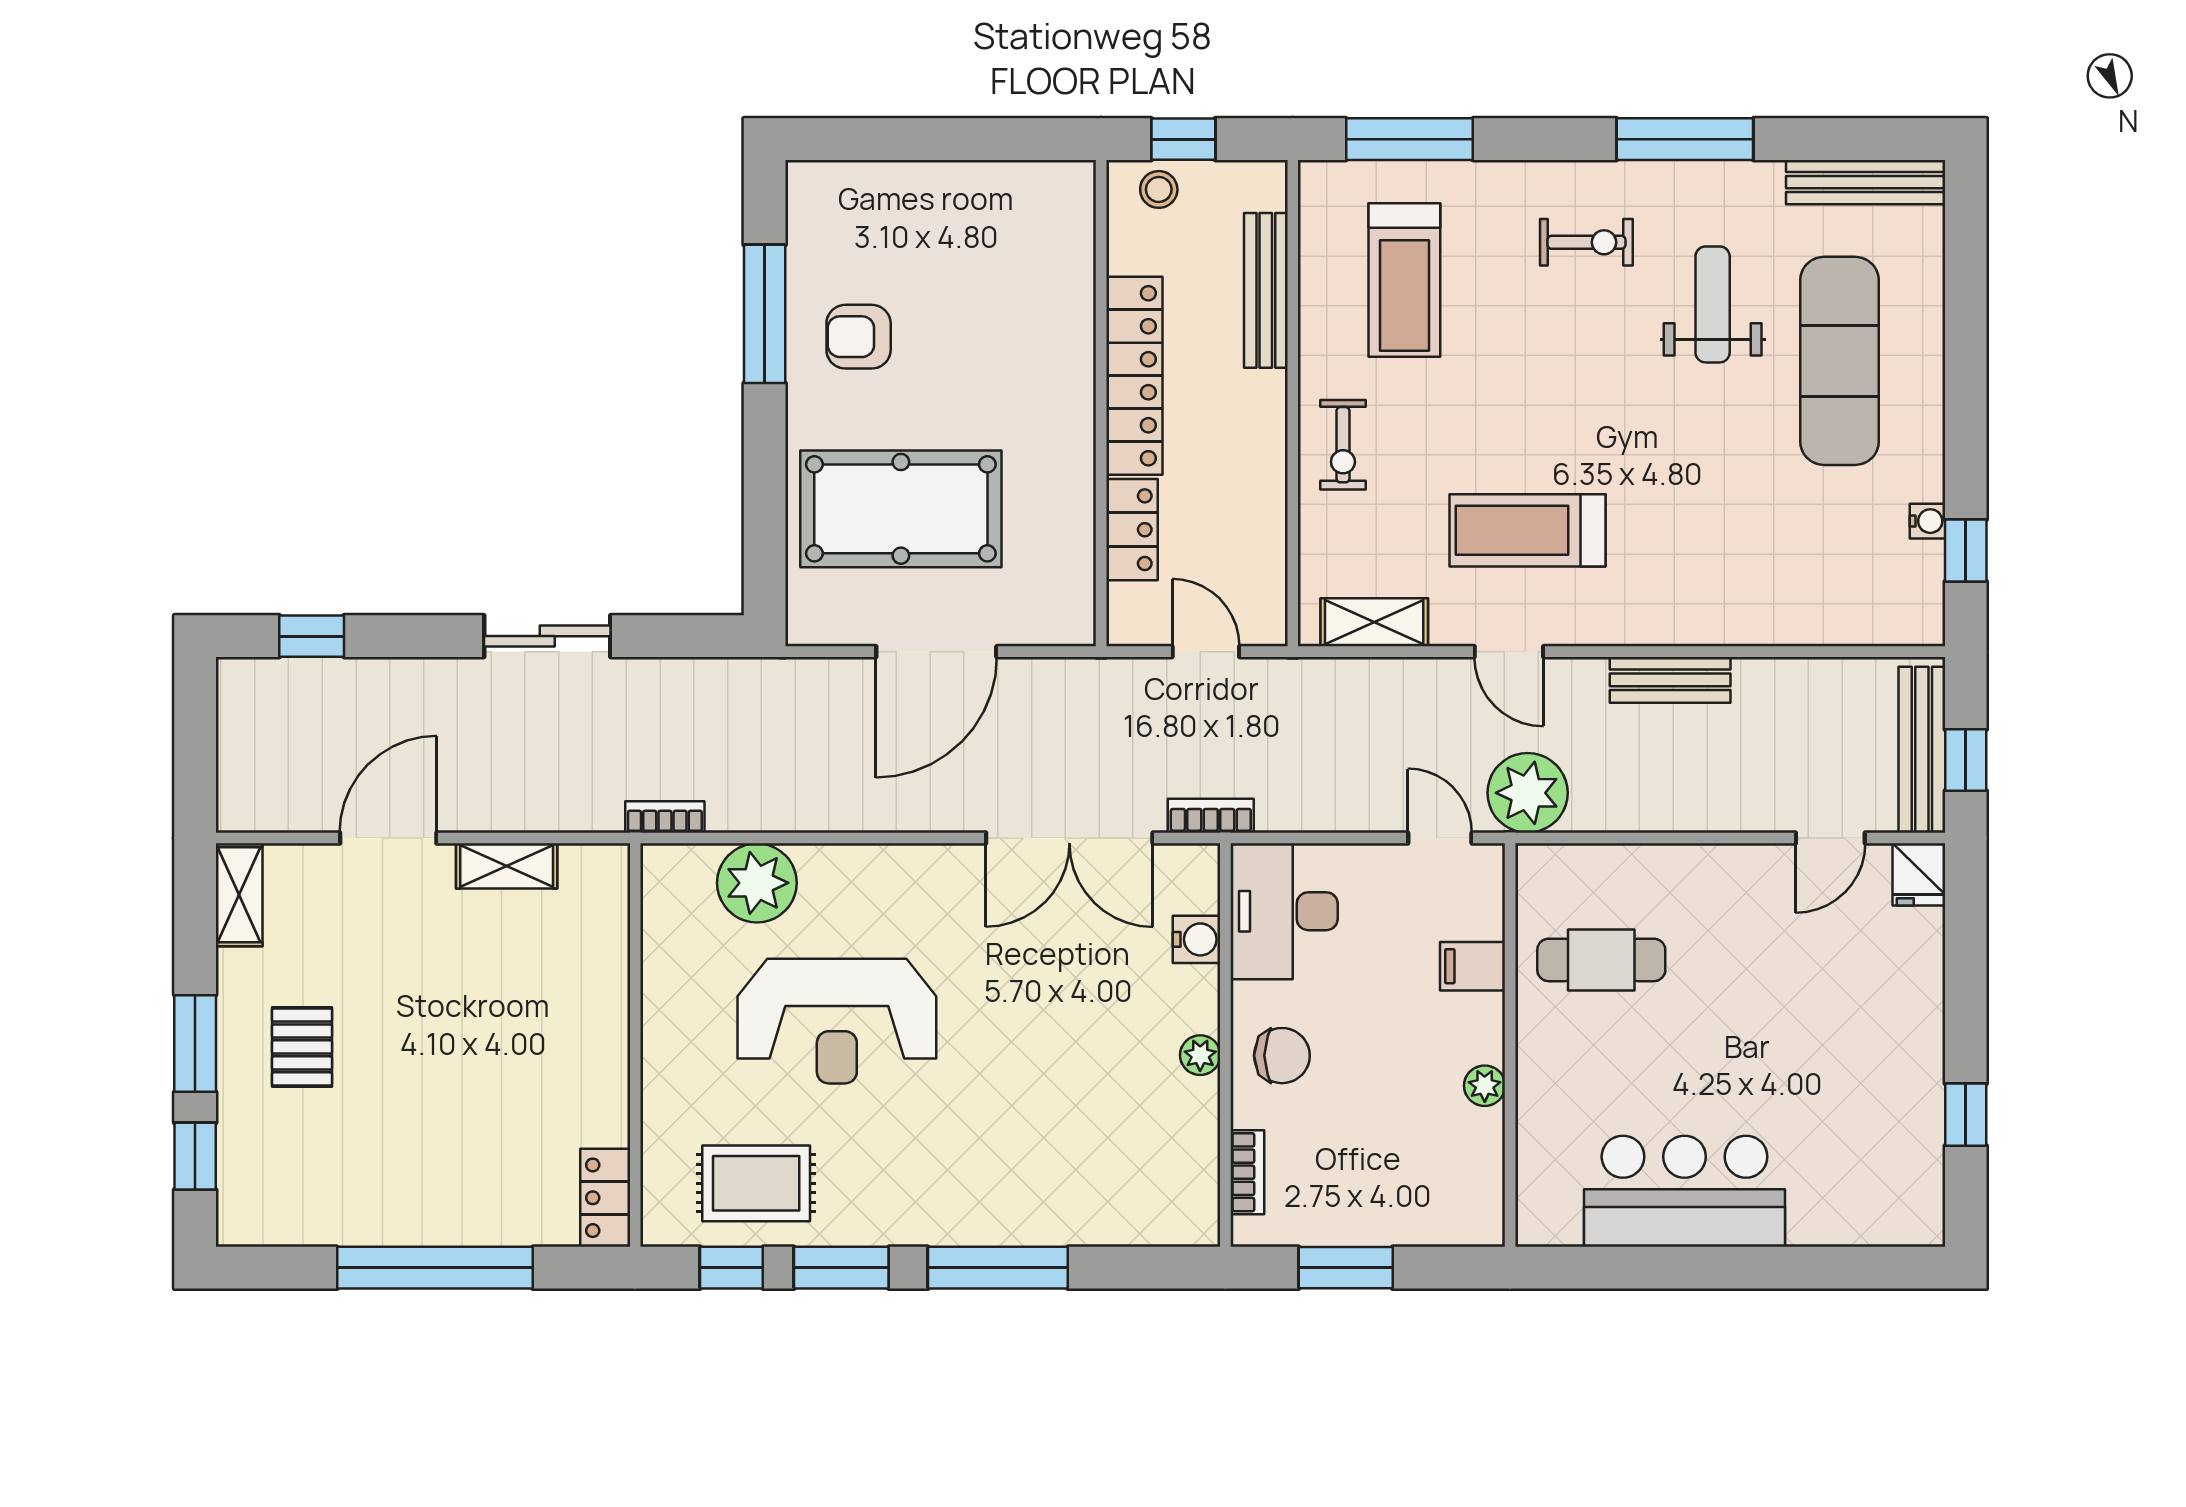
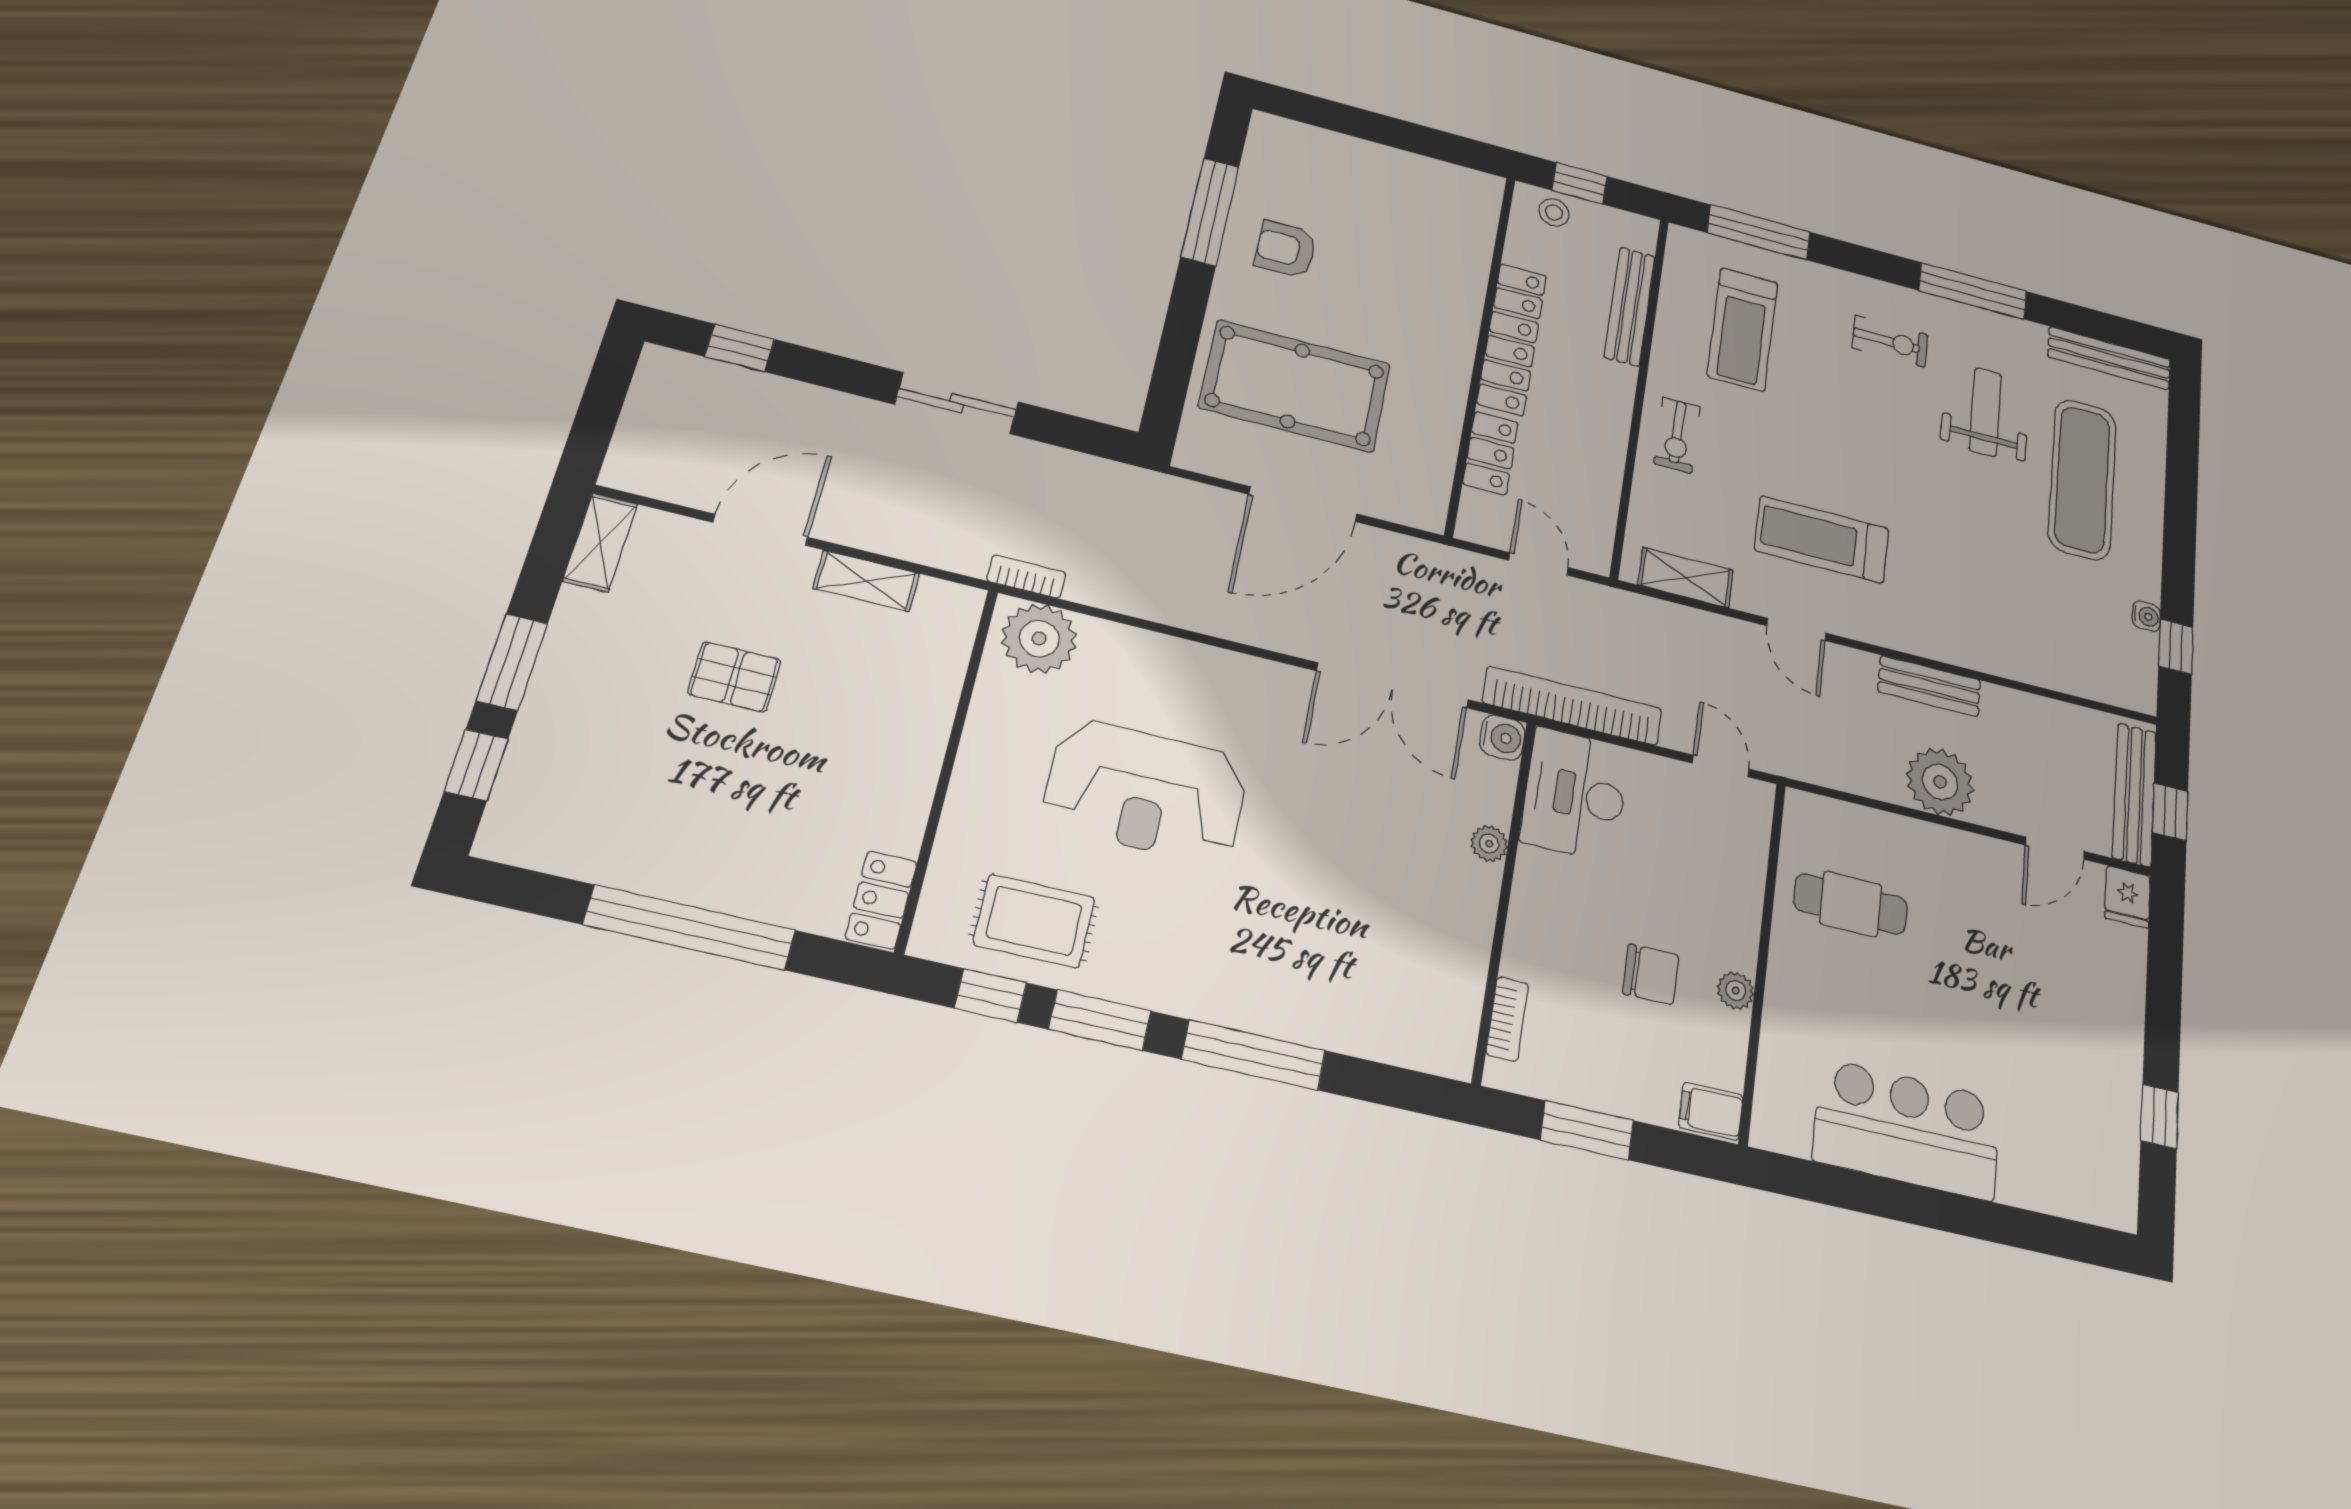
plant: (1528, 793) -> (1940, 782), moved
bookcase: (1211, 816) -> (1572, 706), width x2.31, depth x1.31
plant: (757, 883) -> (1039, 639), moved
water cooler: (1197, 939) -> (1502, 738), moved
filing cabinet: (1473, 966) -> (1711, 1111), moved
pallet: (302, 1047) -> (734, 677), moved, turned 90
plant: (1200, 1055) -> (1489, 844), moved
chair: (1282, 1056) -> (1651, 974), moved

